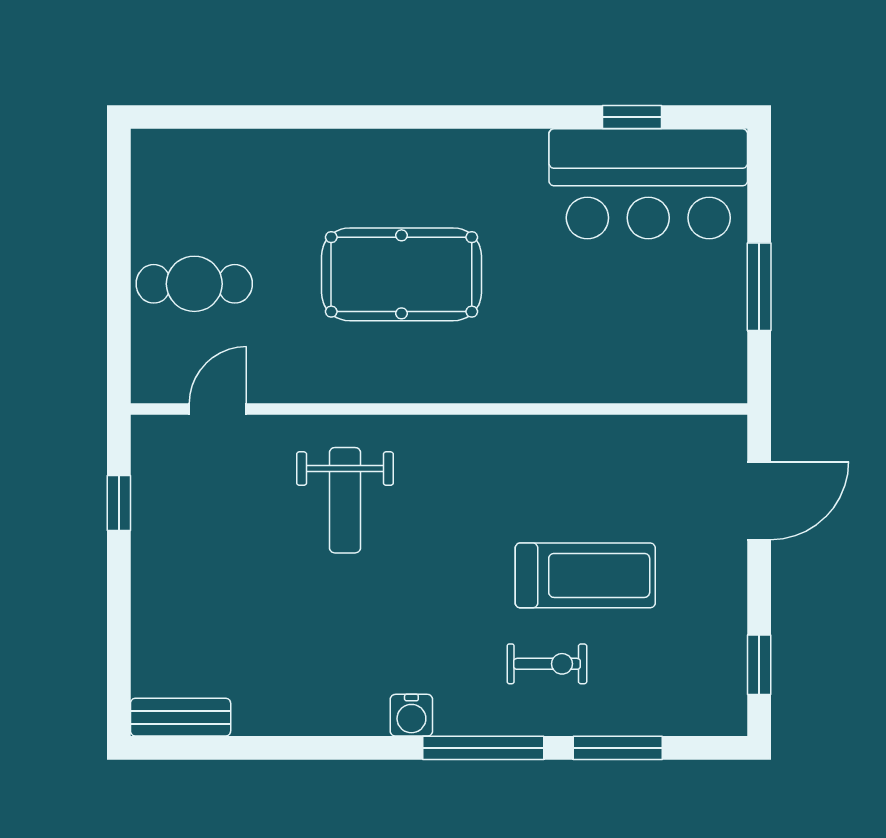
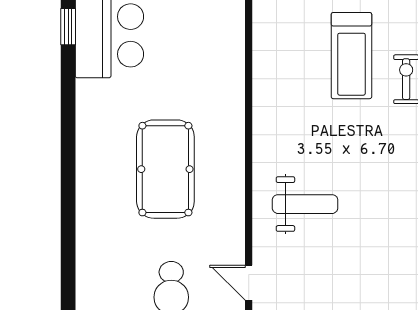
treadmill: (585, 575) -> (351, 56), turned 180

